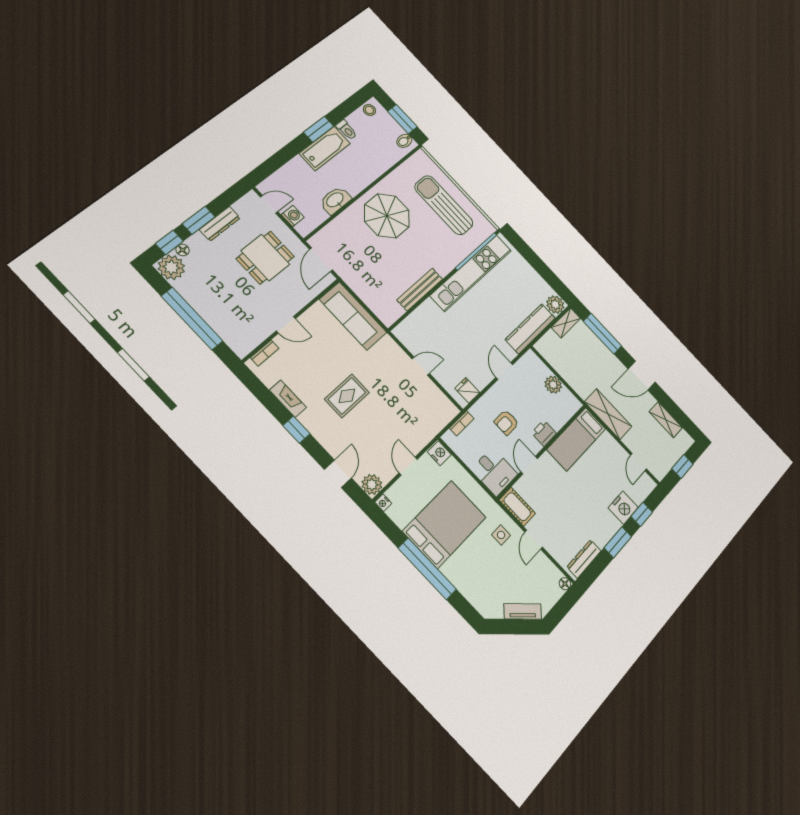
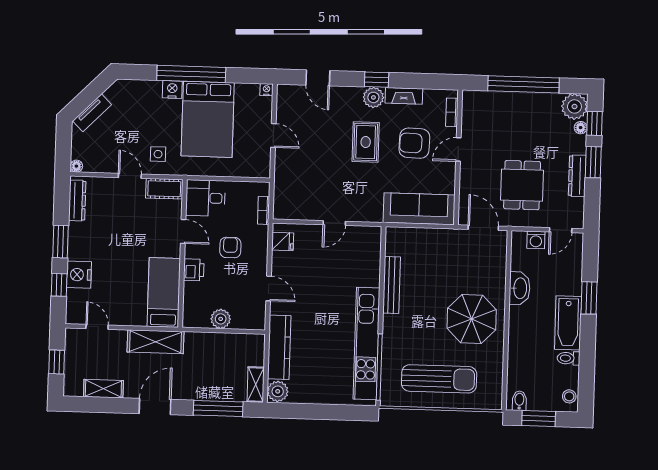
window: (319, 129) -> (589, 298), moved
armchair: (313, 360) -> (414, 143), added
nightstand: (439, 453) -> (172, 89), moved, turned 180
plant: (372, 485) -> (373, 97), moved

